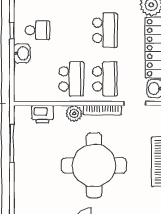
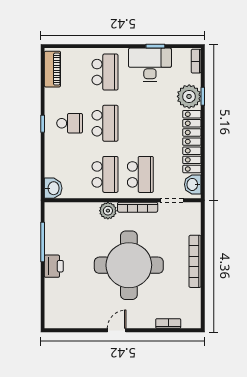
school desk: (105, 30) -> (105, 123), moved
washbasin: (22, 53) -> (53, 188), moved
printer: (43, 114) -> (54, 266), moved, turned -90

